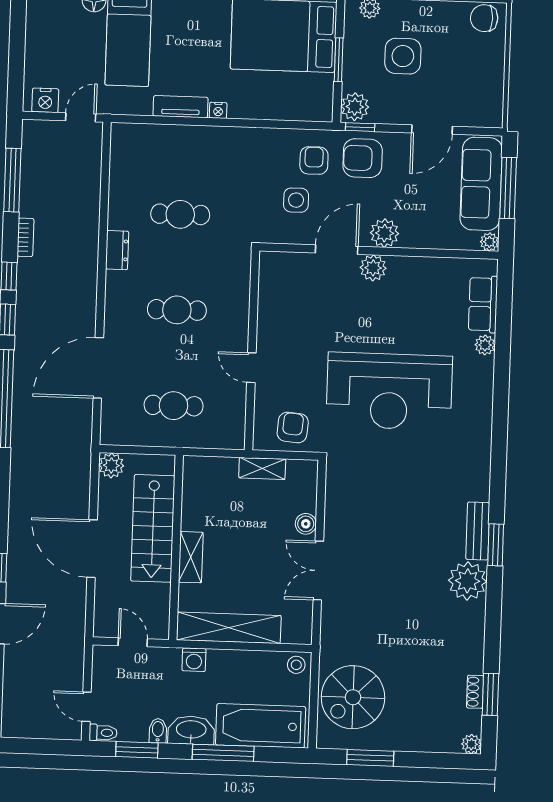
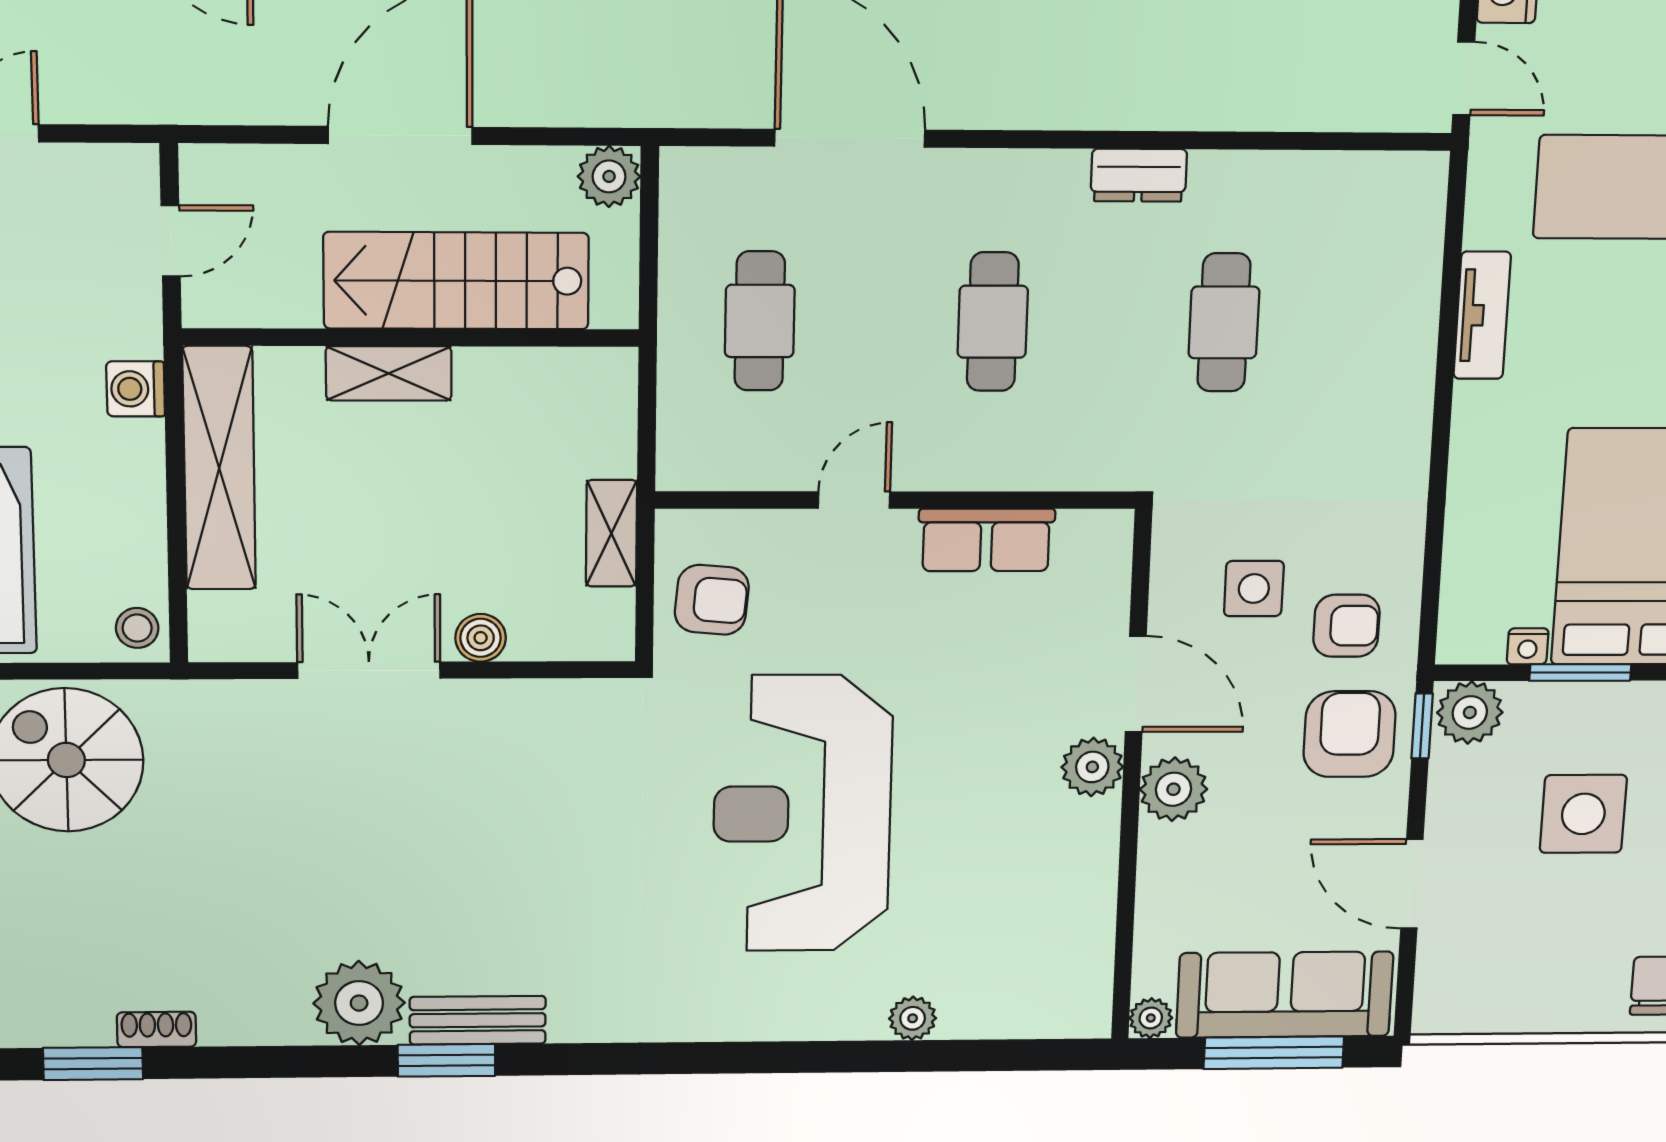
nightstand: (218, 110) -> (1528, 646), moved, turned -90
row of seats: (483, 304) -> (986, 540), moved, turned 180
shoe rack: (475, 692) -> (157, 1029), moved

